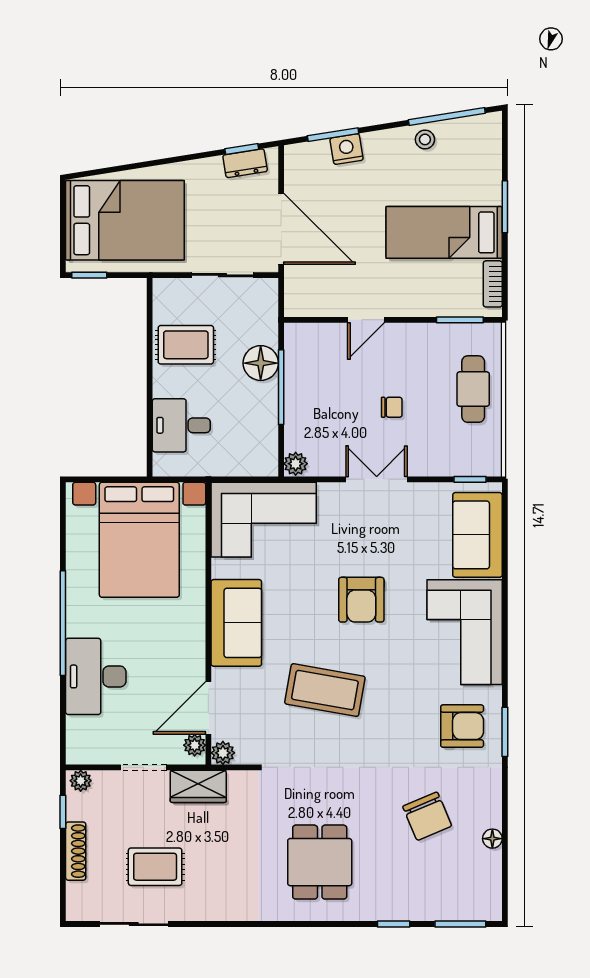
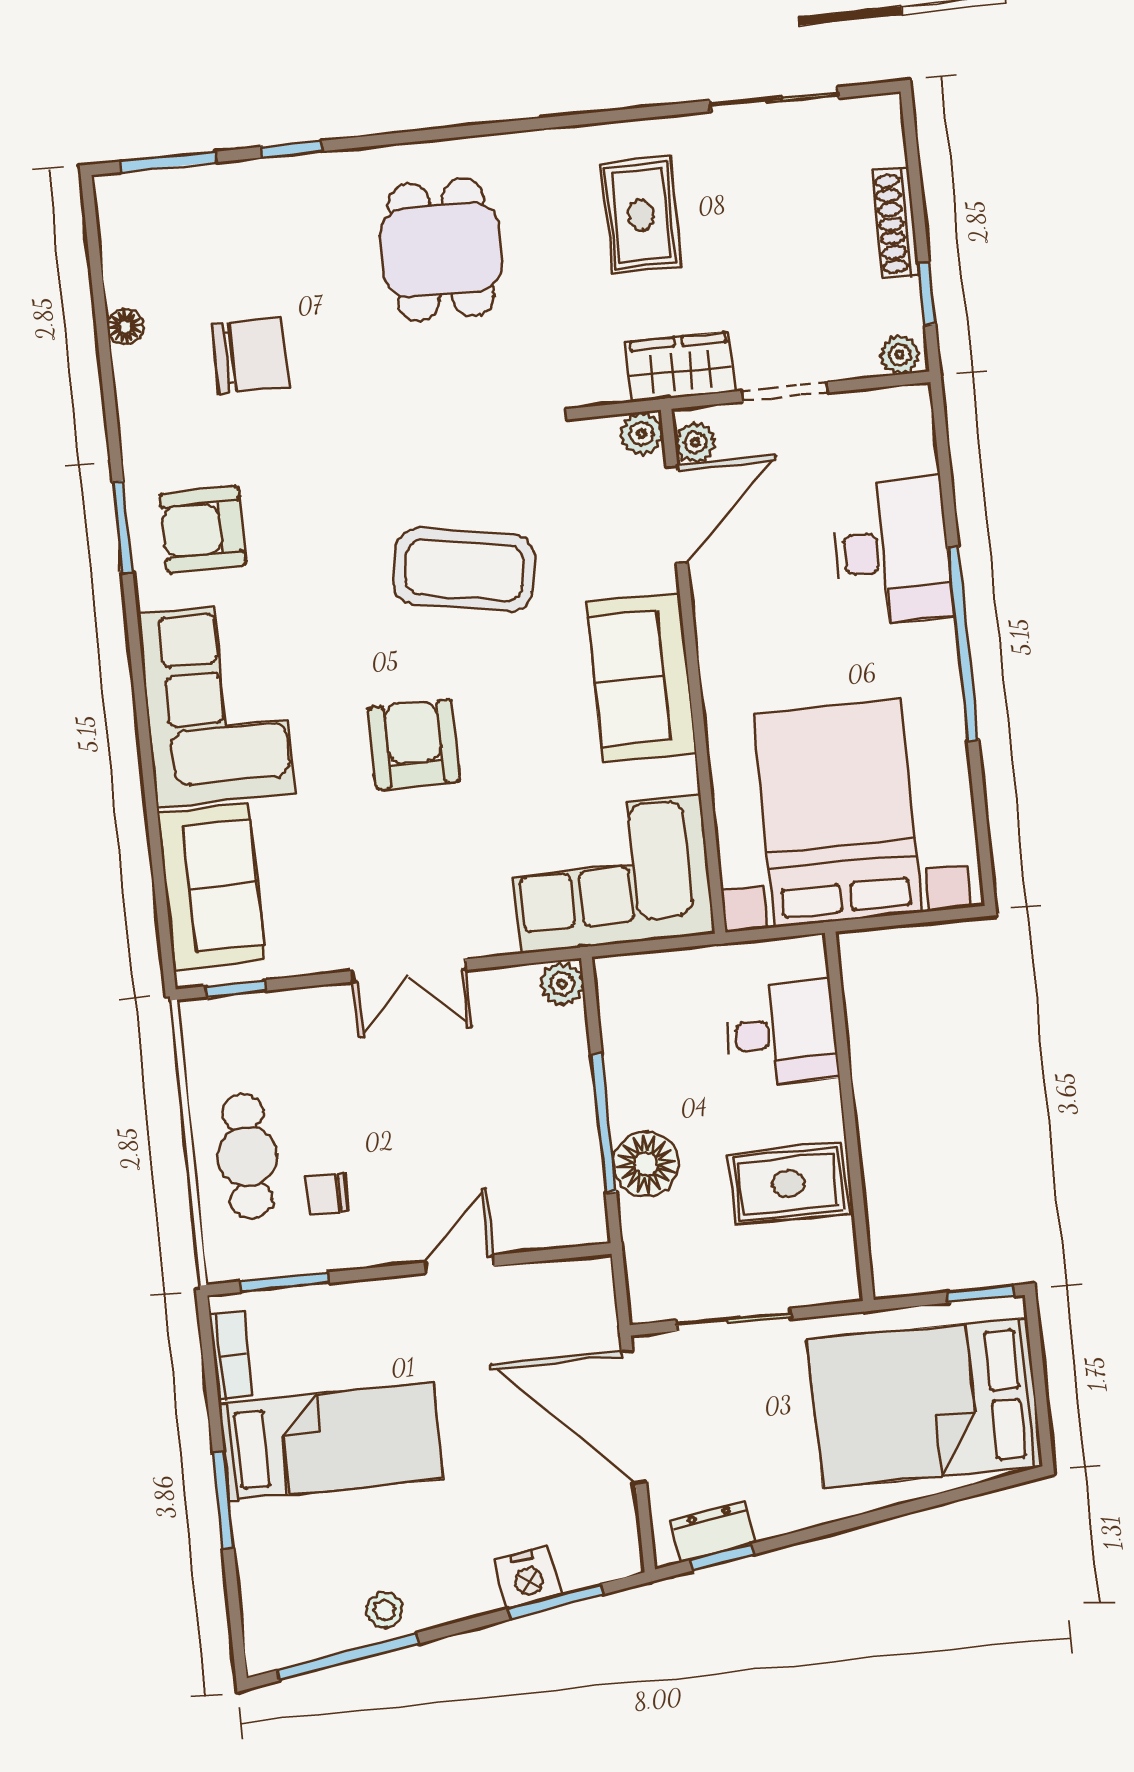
chair: (392, 407) -> (327, 1193), moved
chair: (427, 816) -> (250, 355), turned 113
rug: (155, 867) -> (641, 215), moved, turned 90

